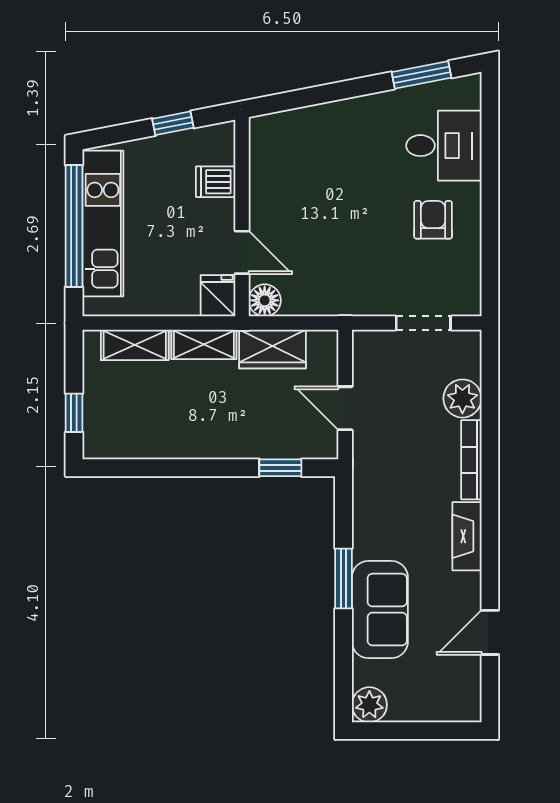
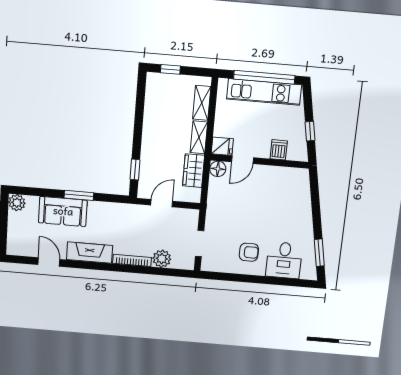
fireplace: (467, 536) -> (90, 253), width x1.37, depth x1.32

